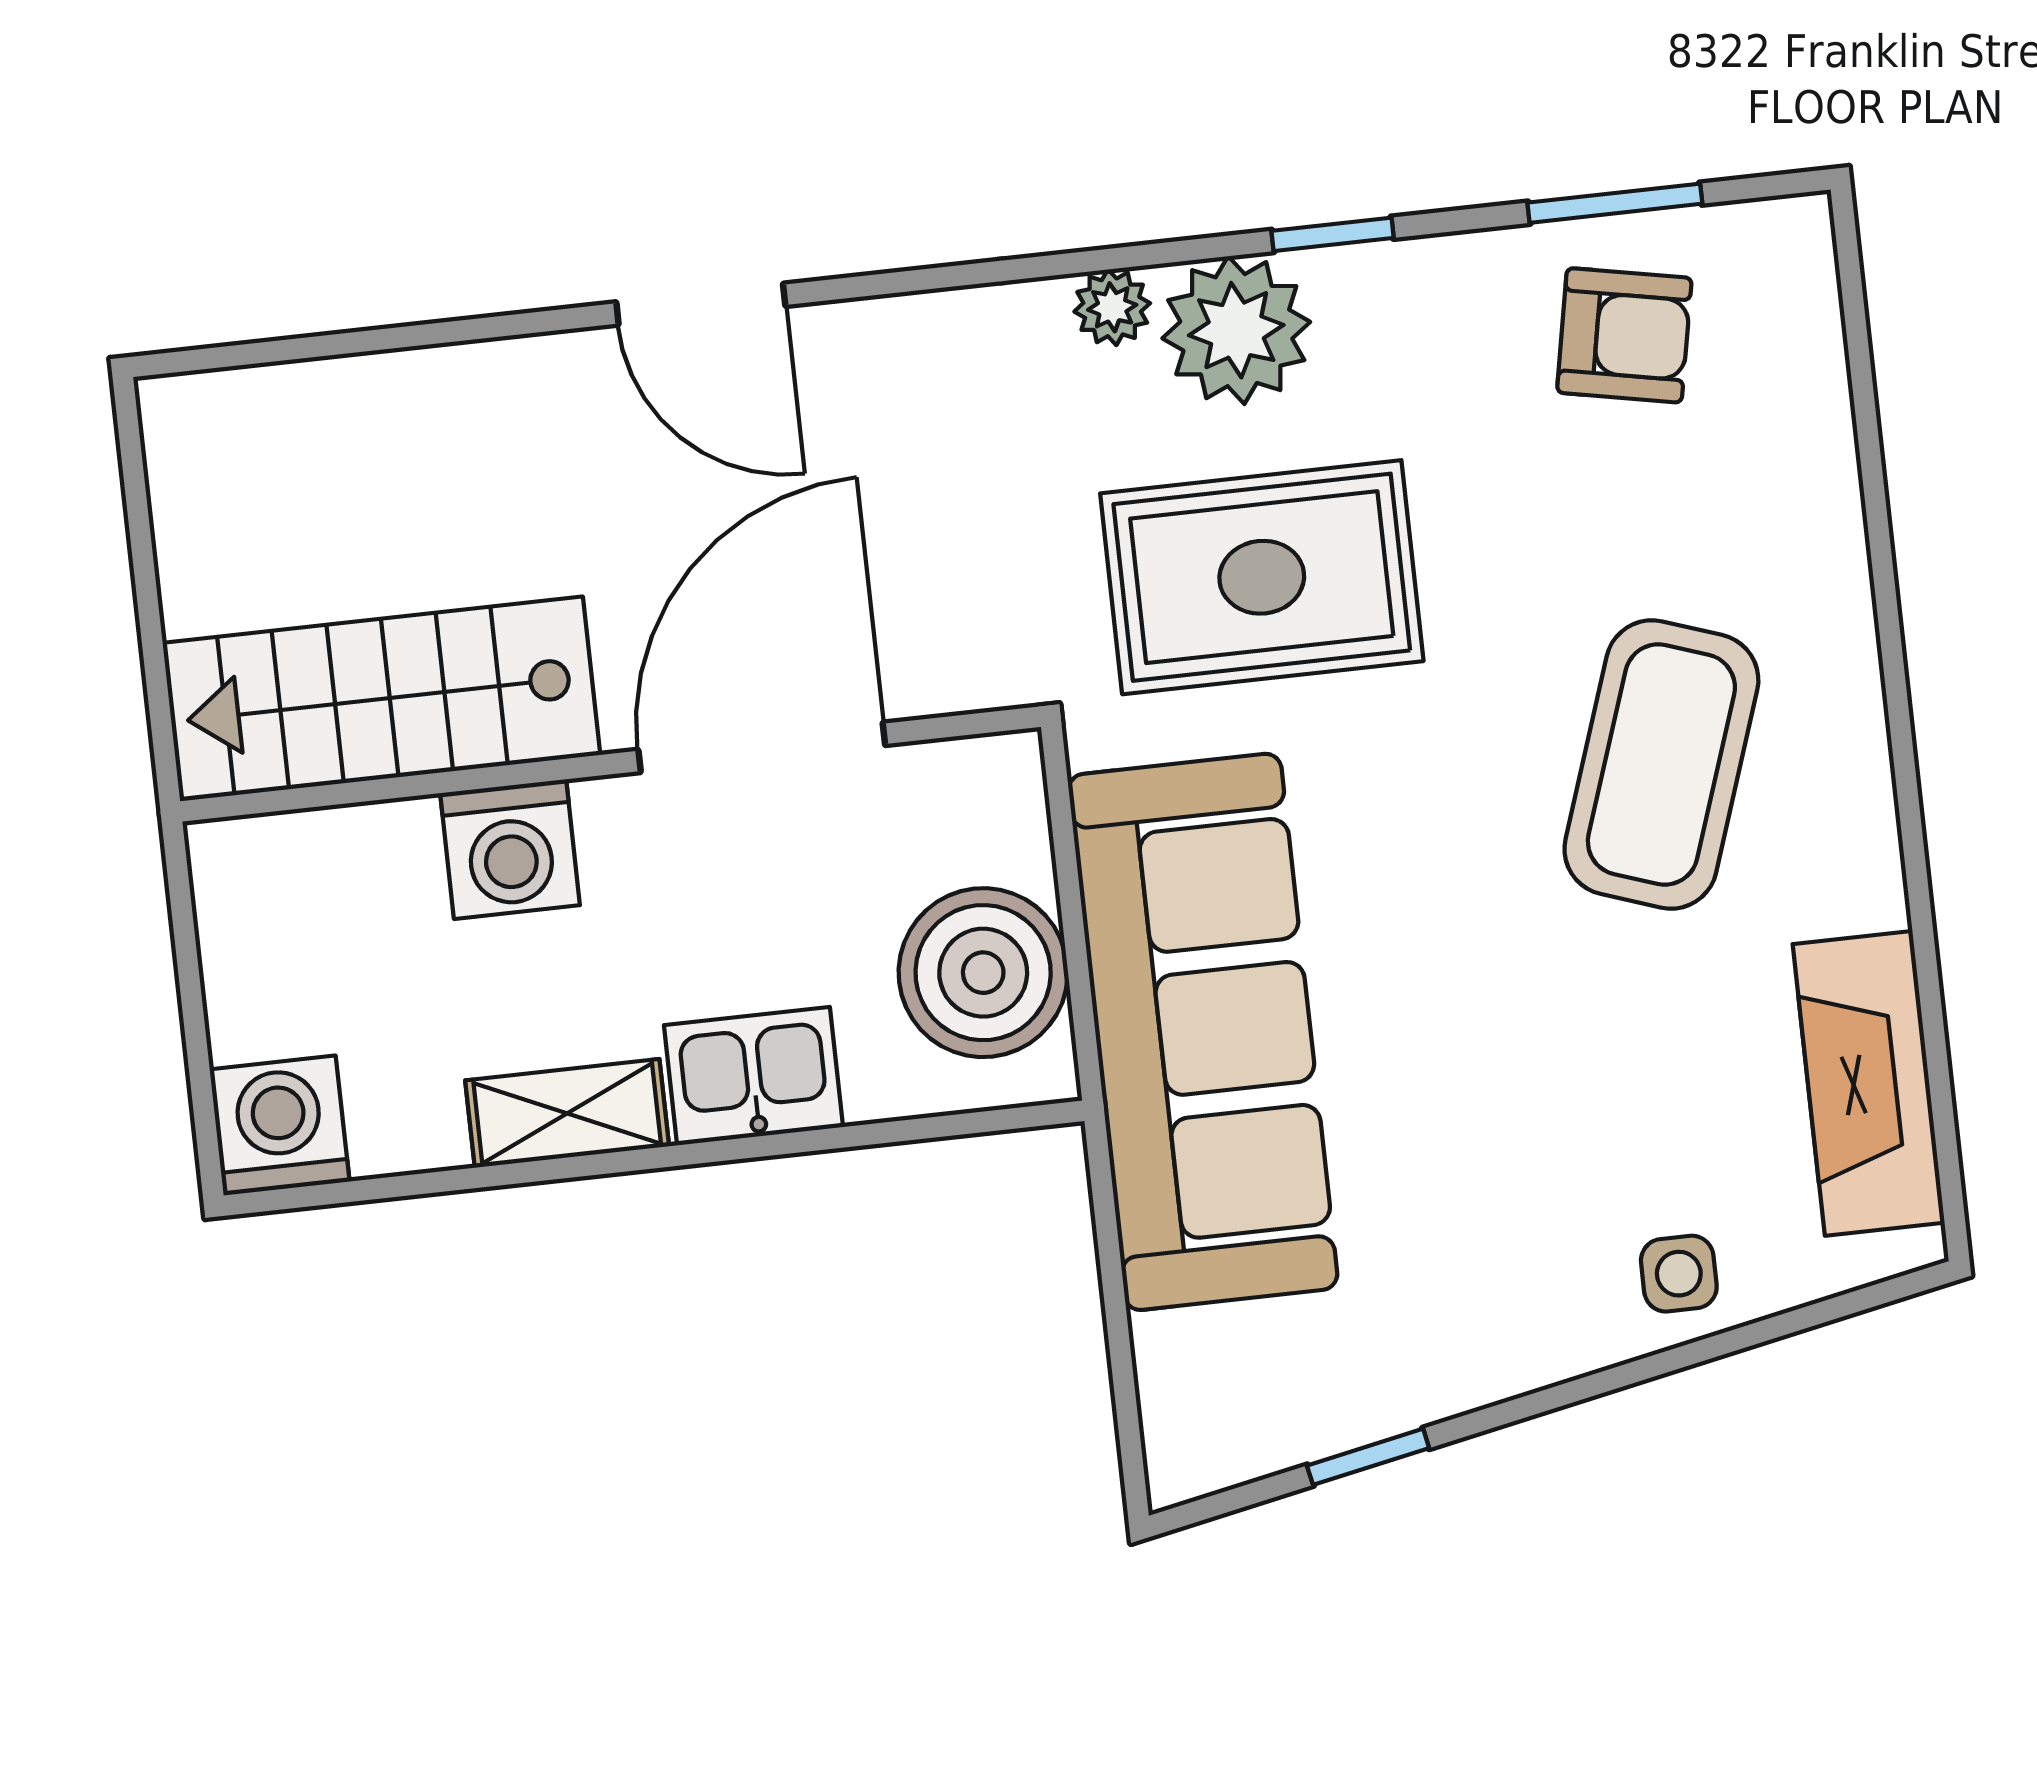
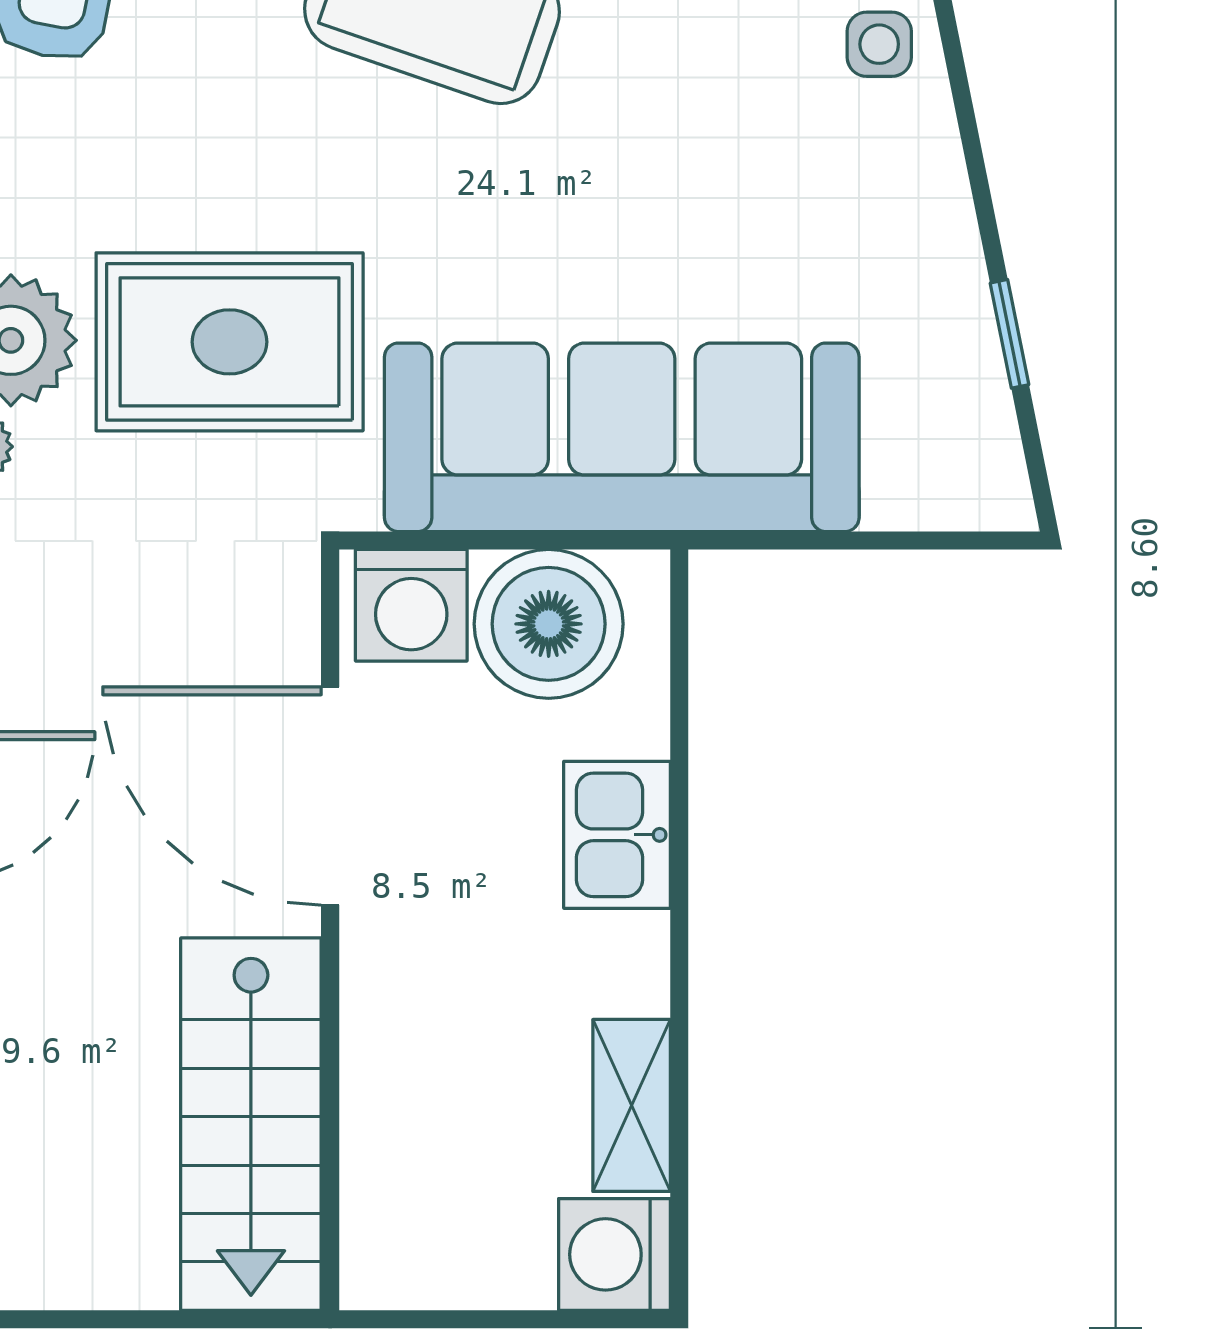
rug: (1262, 577) -> (230, 342), turned 90
washing machine: (510, 849) -> (411, 605), moved, turned 90
shelving: (567, 1113) -> (632, 1105), moved

